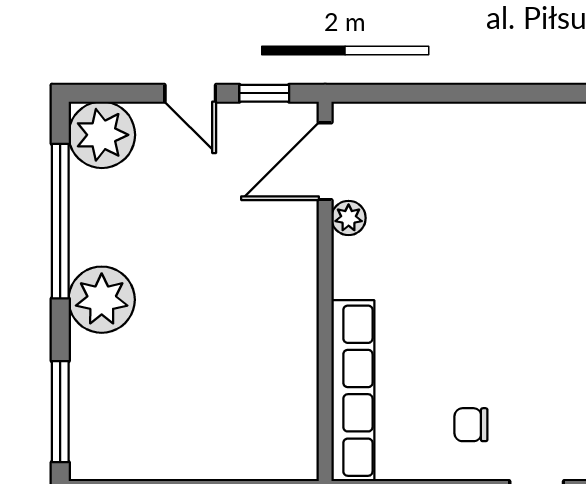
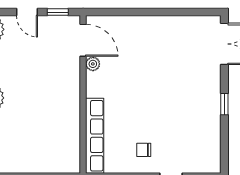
door: (325, 161) -> (83, 40), swing flipped

